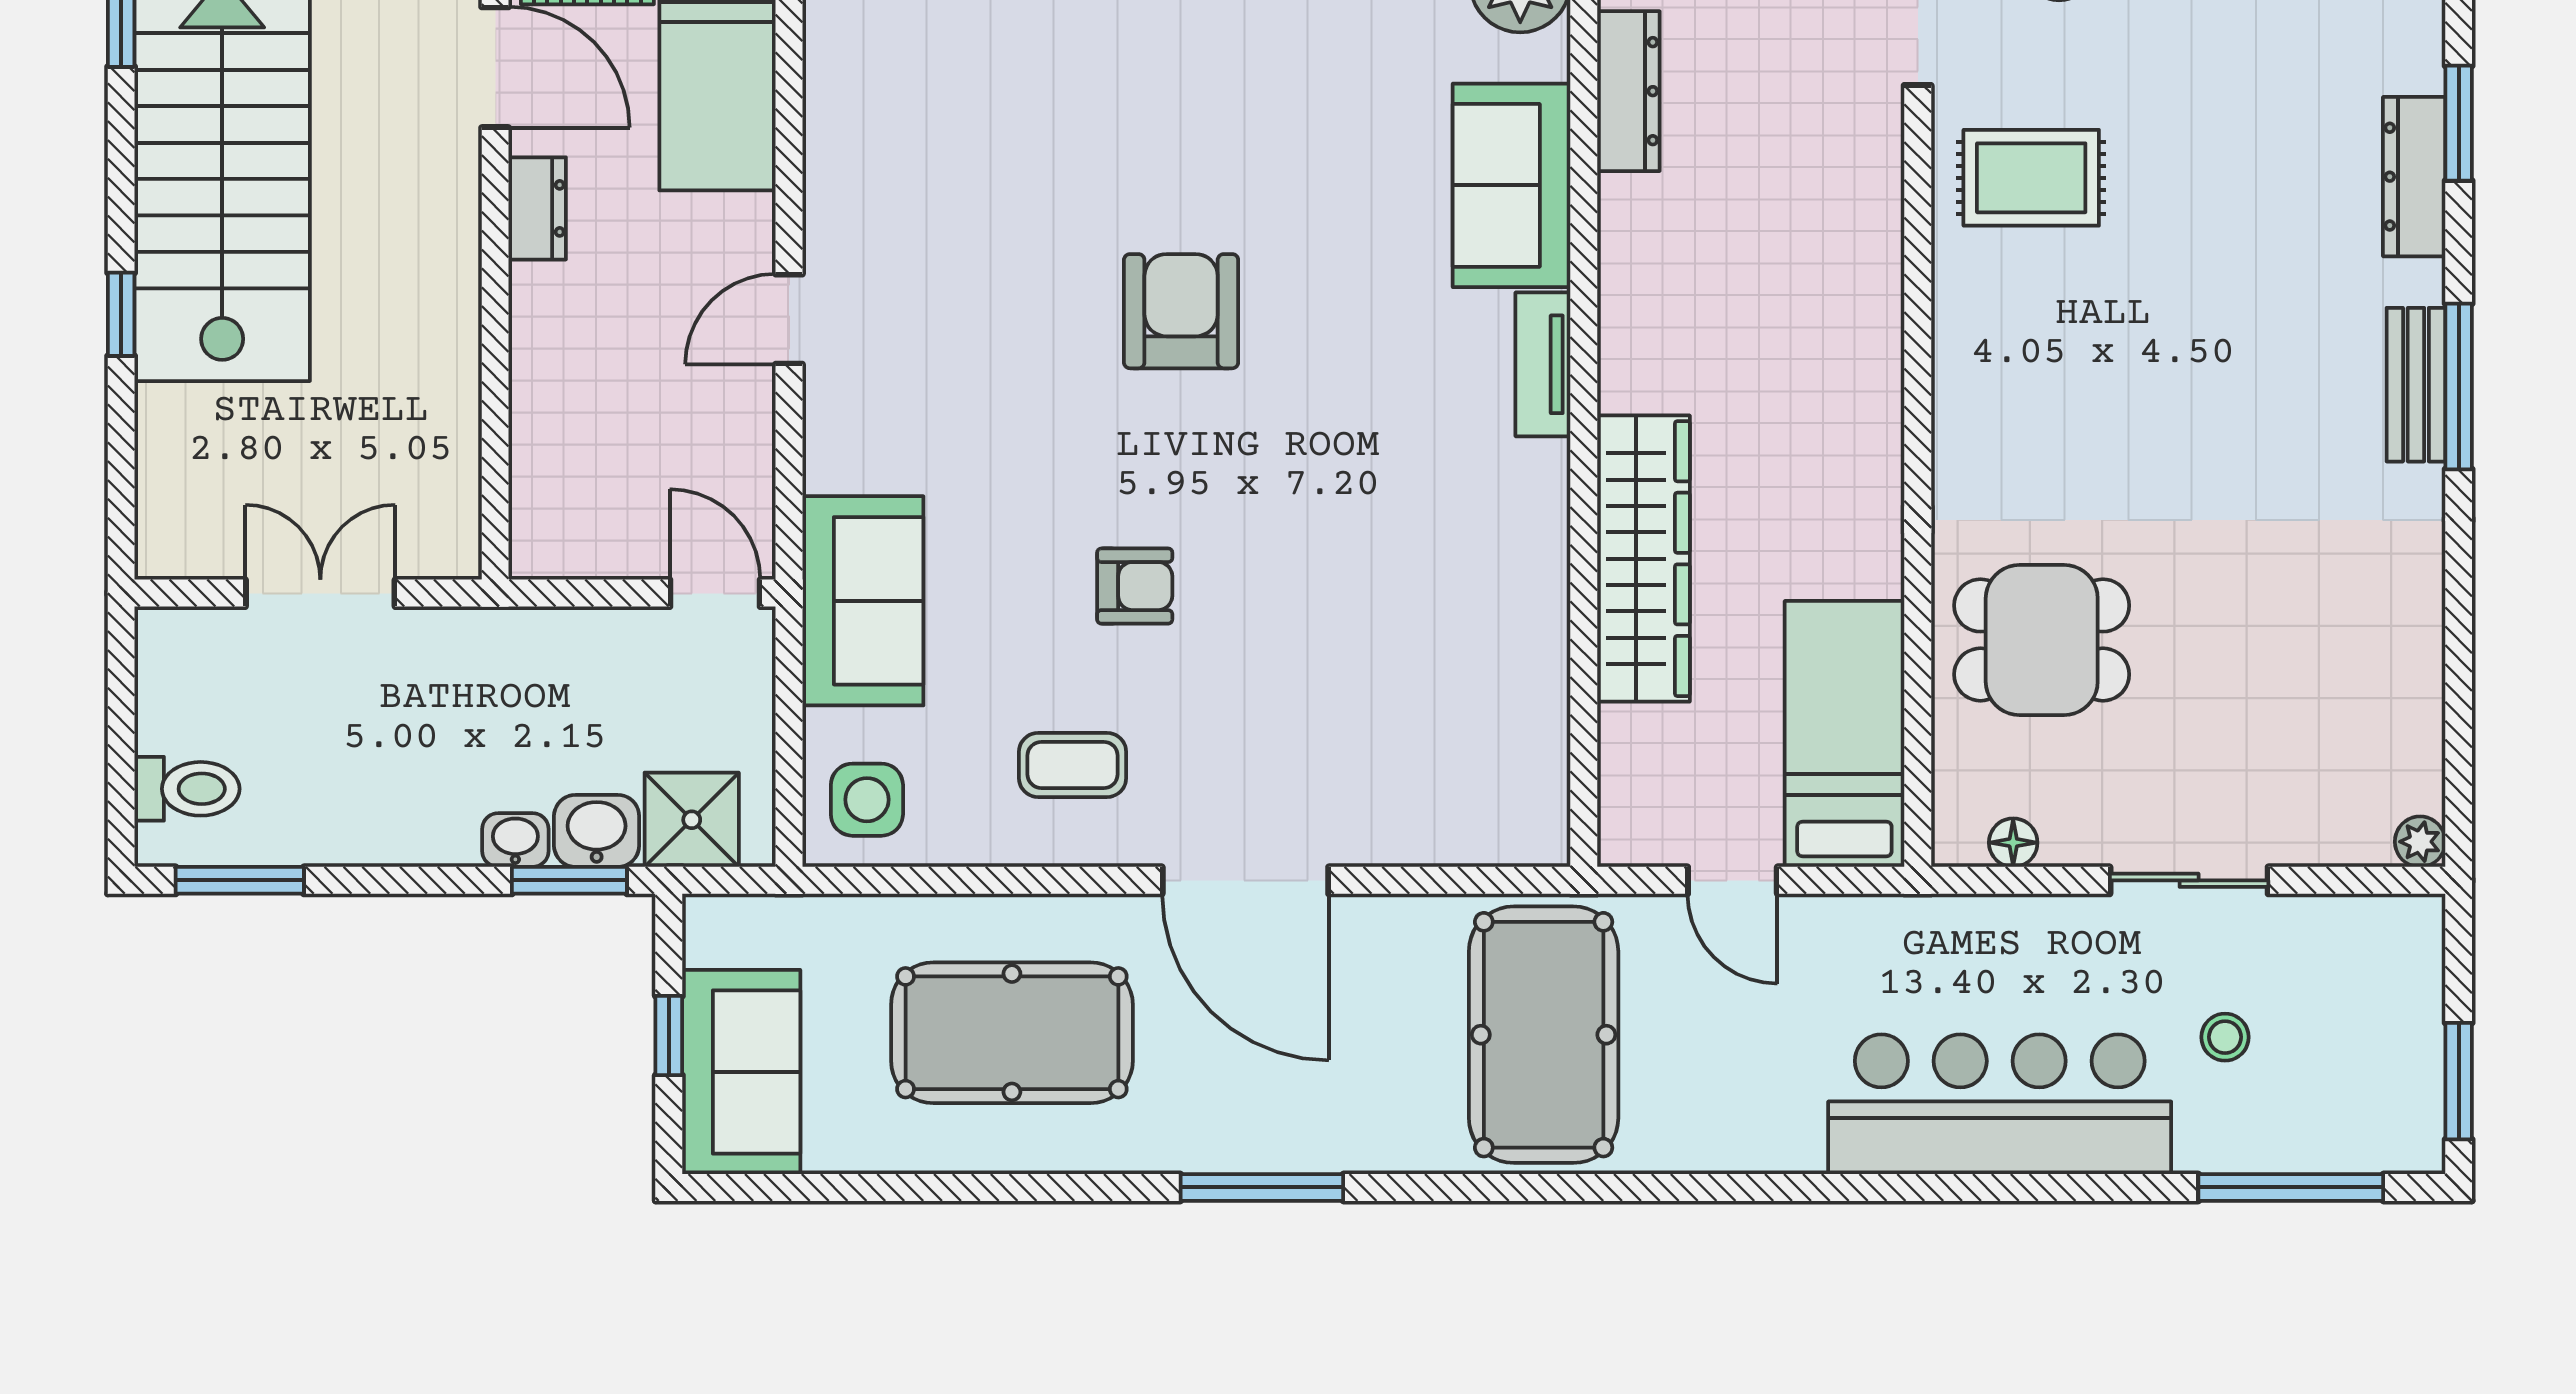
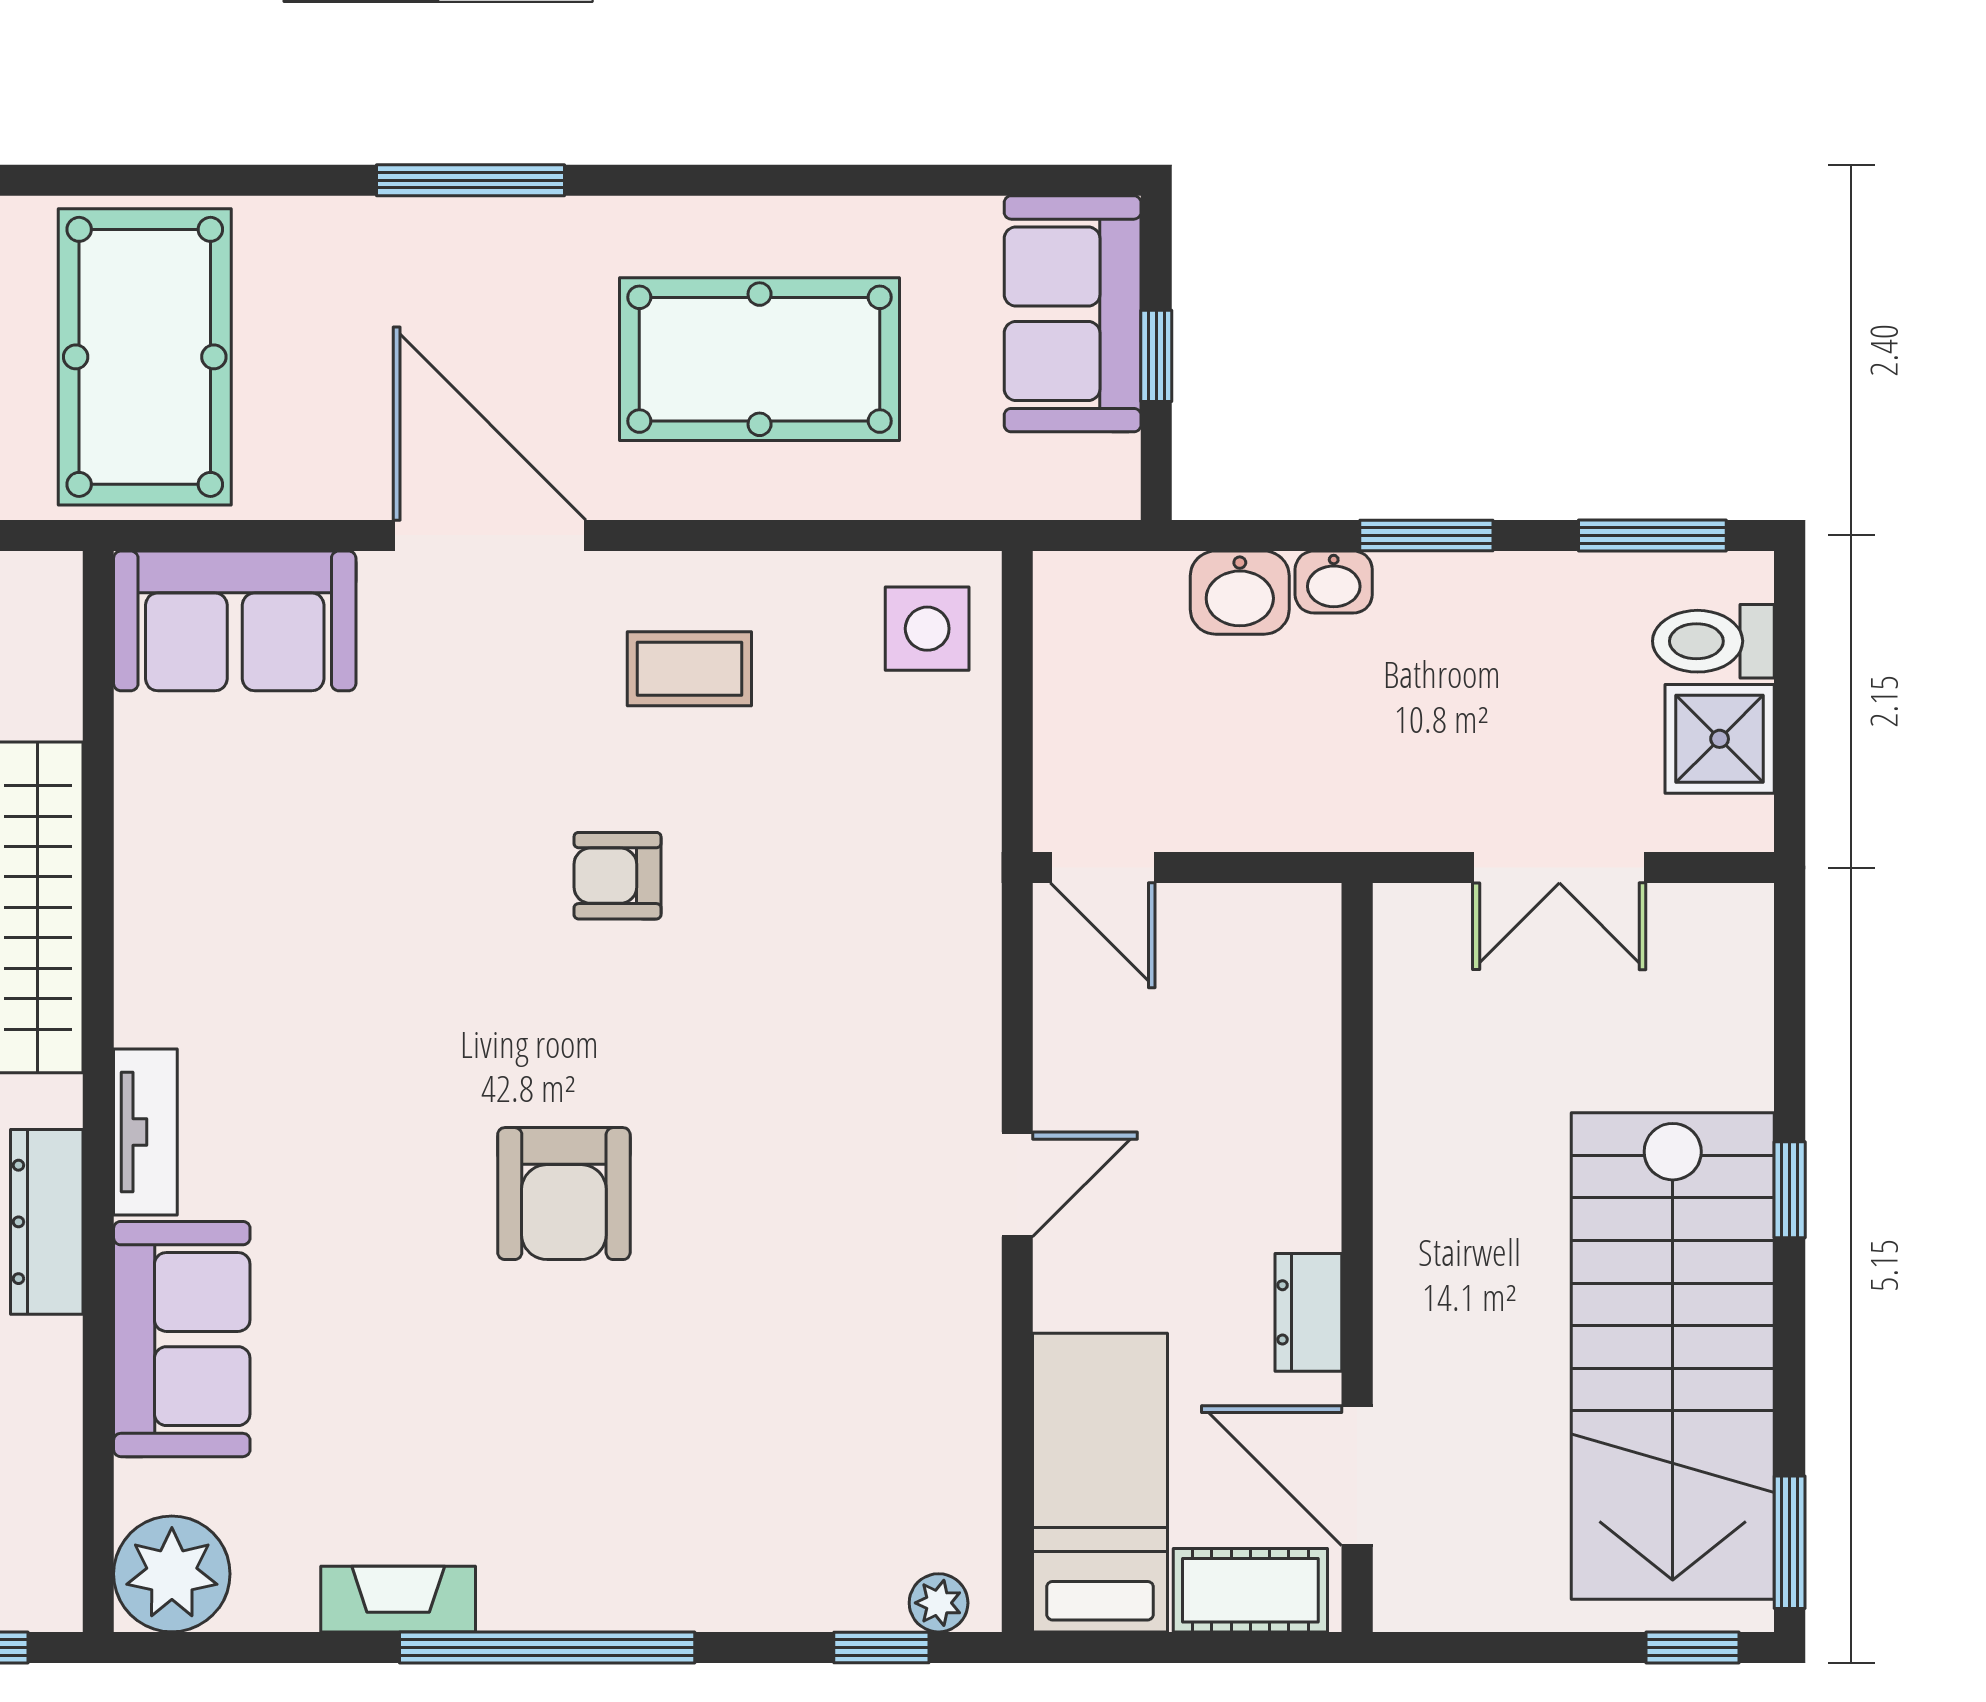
dresser: (1628, 91) -> (47, 1222), moved
sofa: (863, 601) -> (235, 621), moved, turned -90
shower: (692, 820) -> (1720, 739), moved
window: (569, 880) -> (1426, 535), moved

